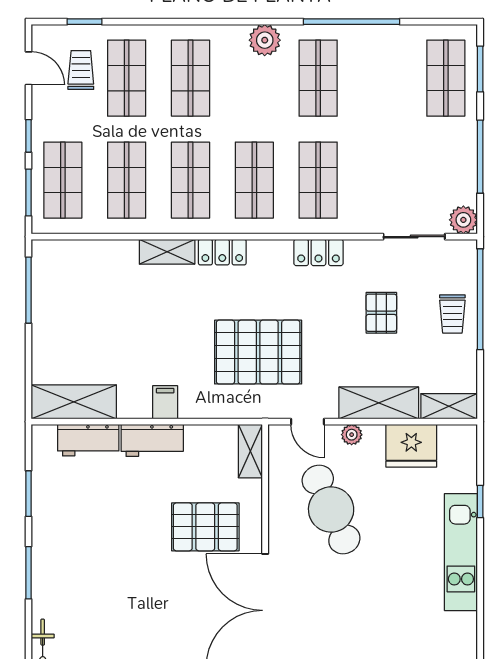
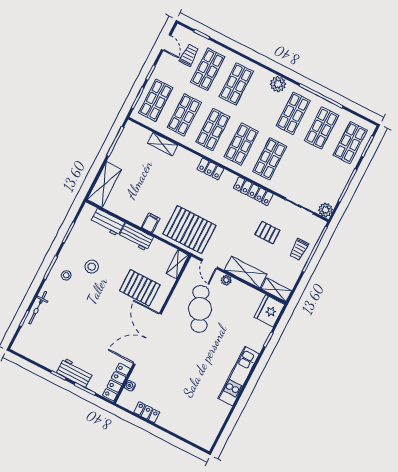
shop shelf: (382, 78) -> (322, 128), added
shelving: (167, 252) -> (163, 144), moved
locker: (318, 252) -> (253, 191), width x1.53
pallet: (381, 313) -> (268, 233), turned 90
pallet: (258, 352) -> (189, 230), moved
shelving: (74, 402) -> (104, 184), moved, turned 90
fridge: (411, 446) -> (269, 311), moved, turned 90
stool: (101, 533) -> (92, 267), added
kitchen unit: (461, 552) -> (239, 376), moved
stool: (64, 572) -> (66, 275), added

